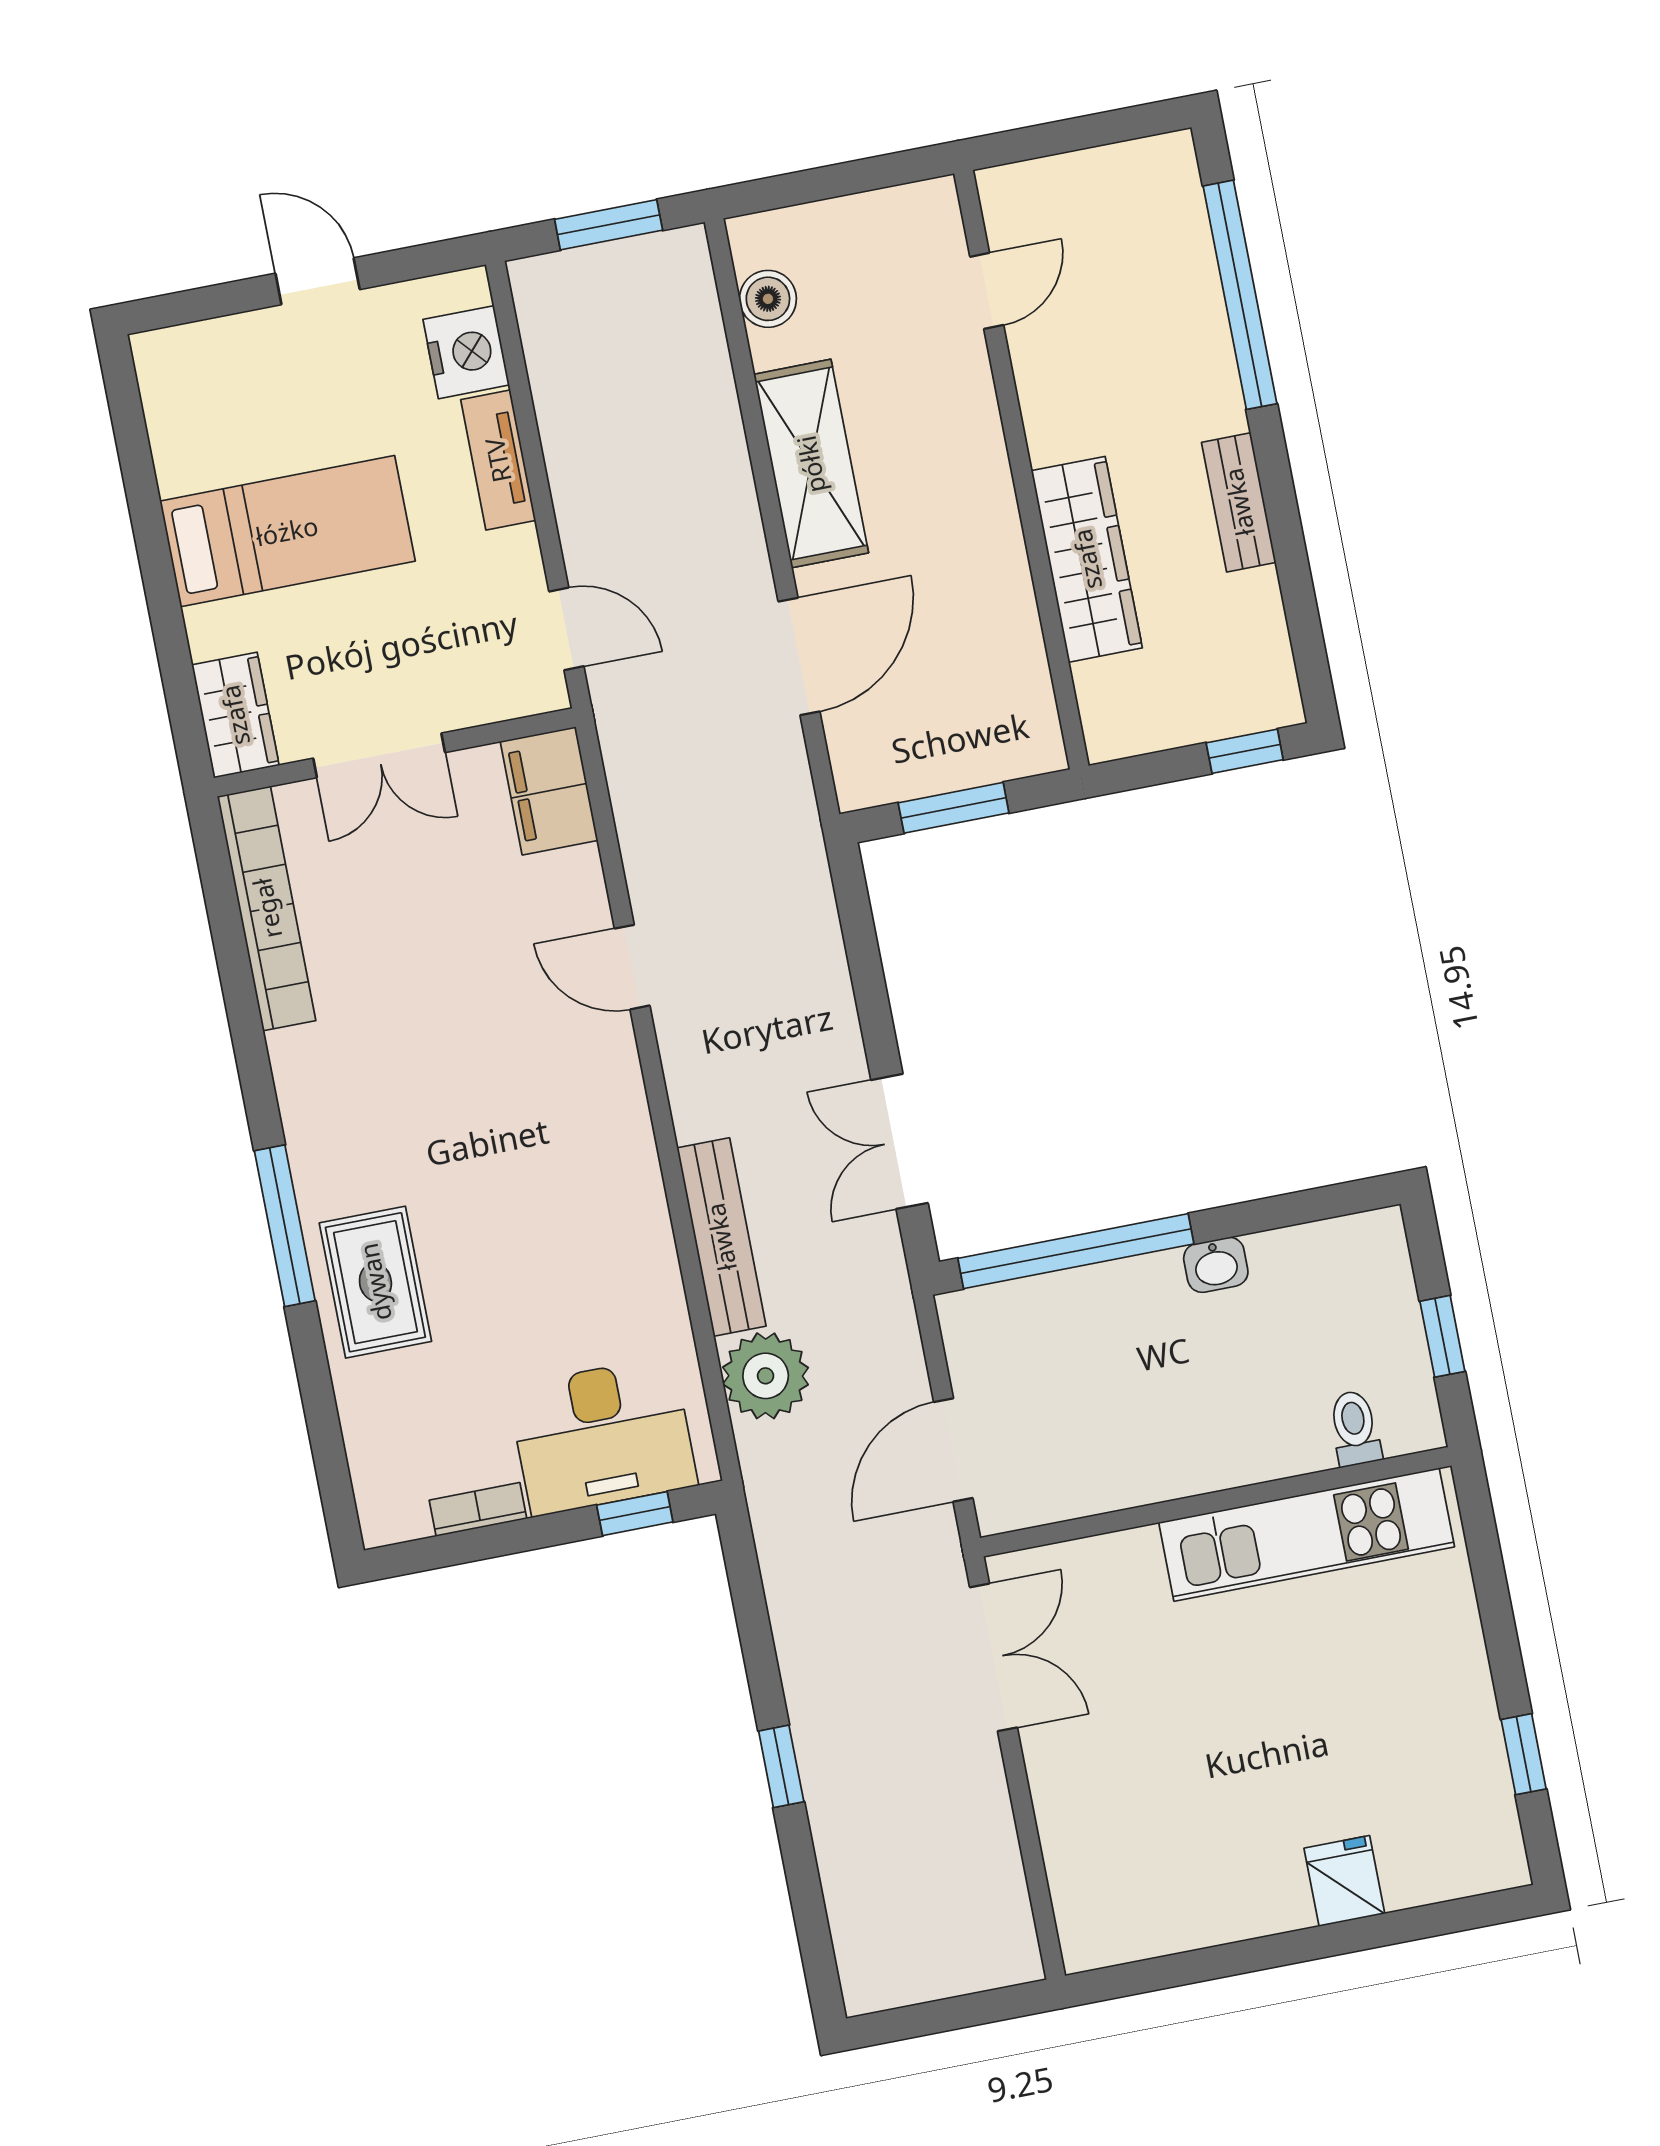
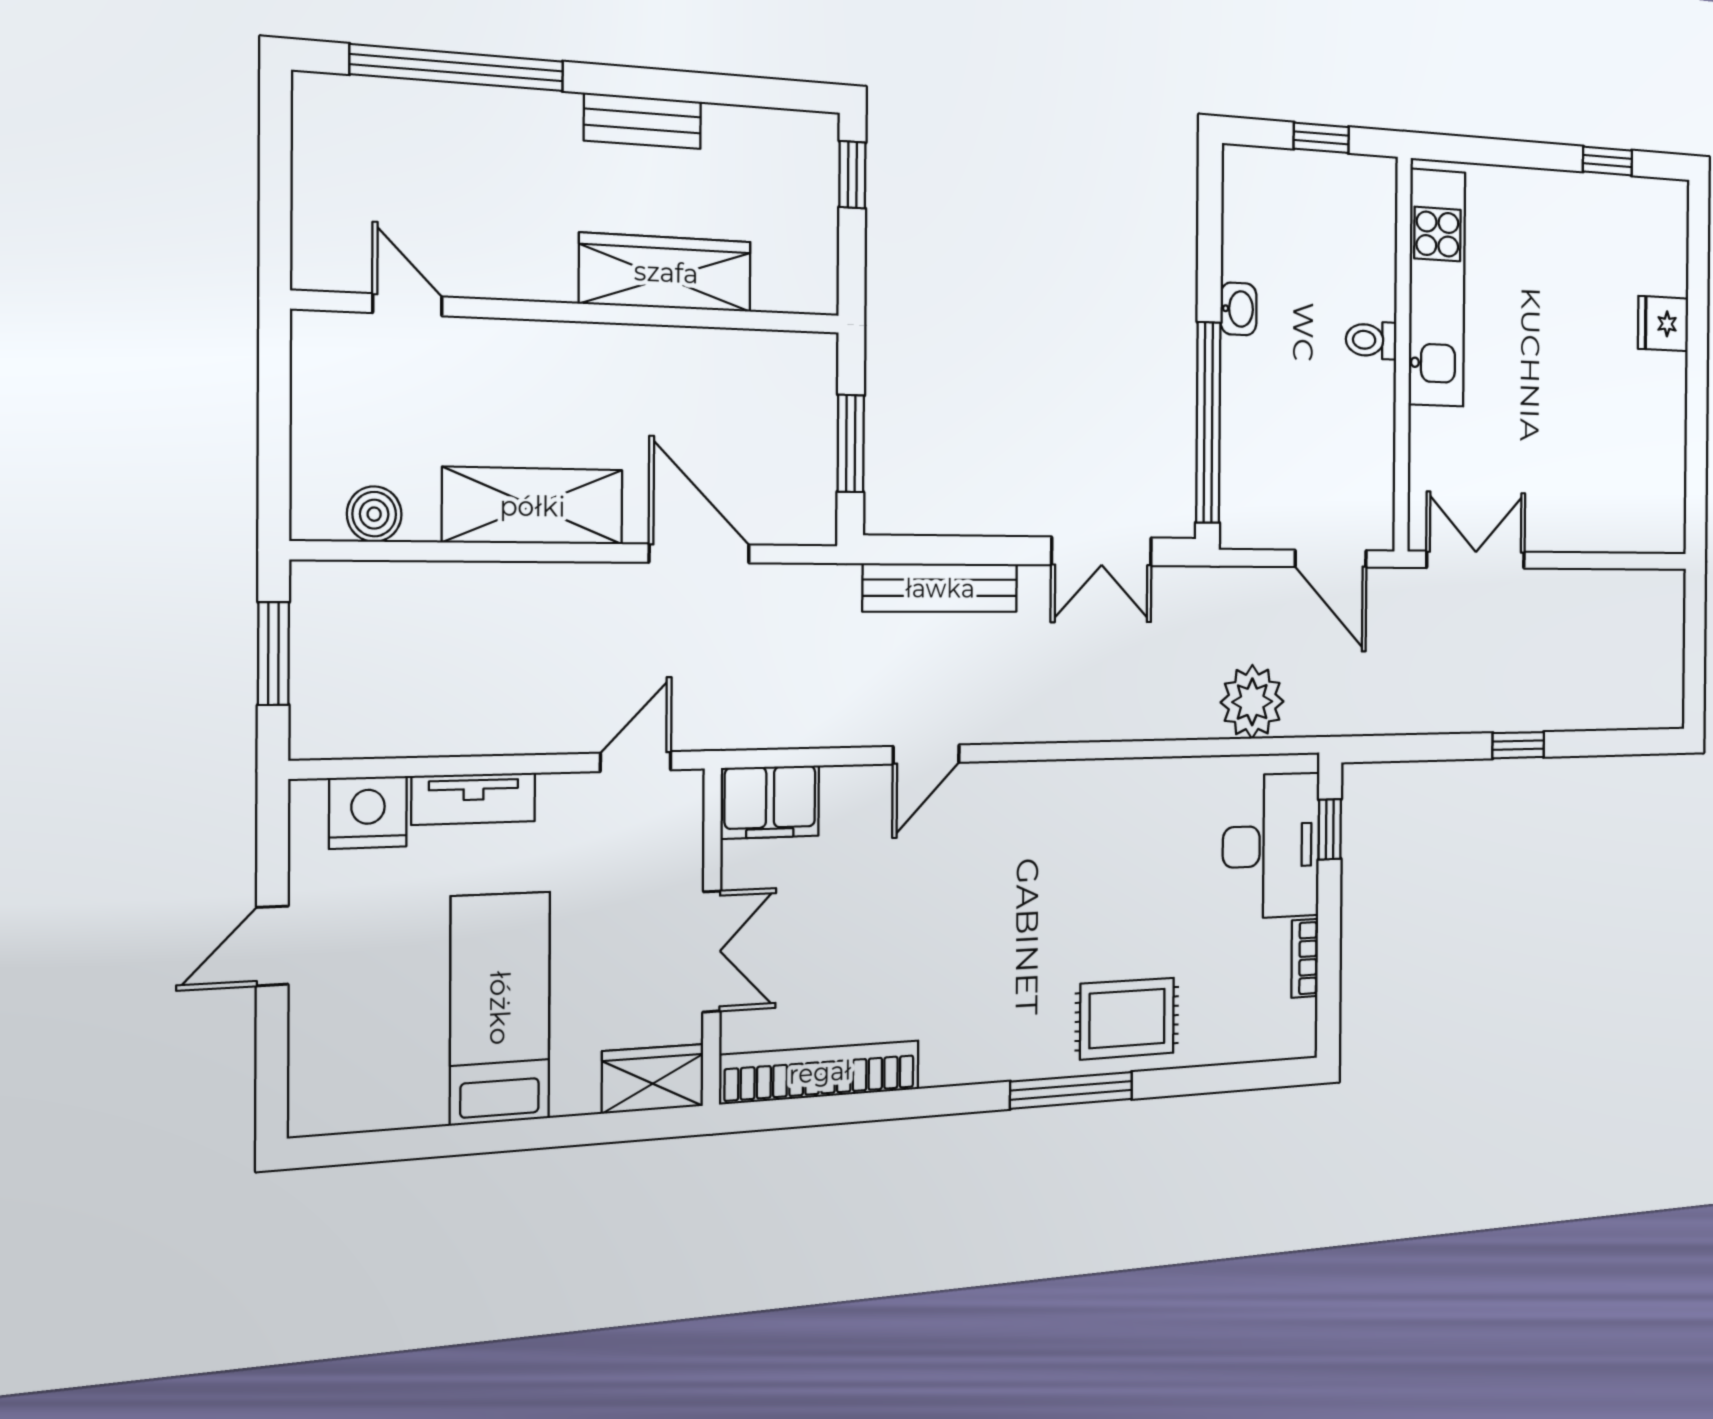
bench: (721, 1237) -> (940, 588), moved
toilet: (1355, 1428) -> (1371, 340), moved

